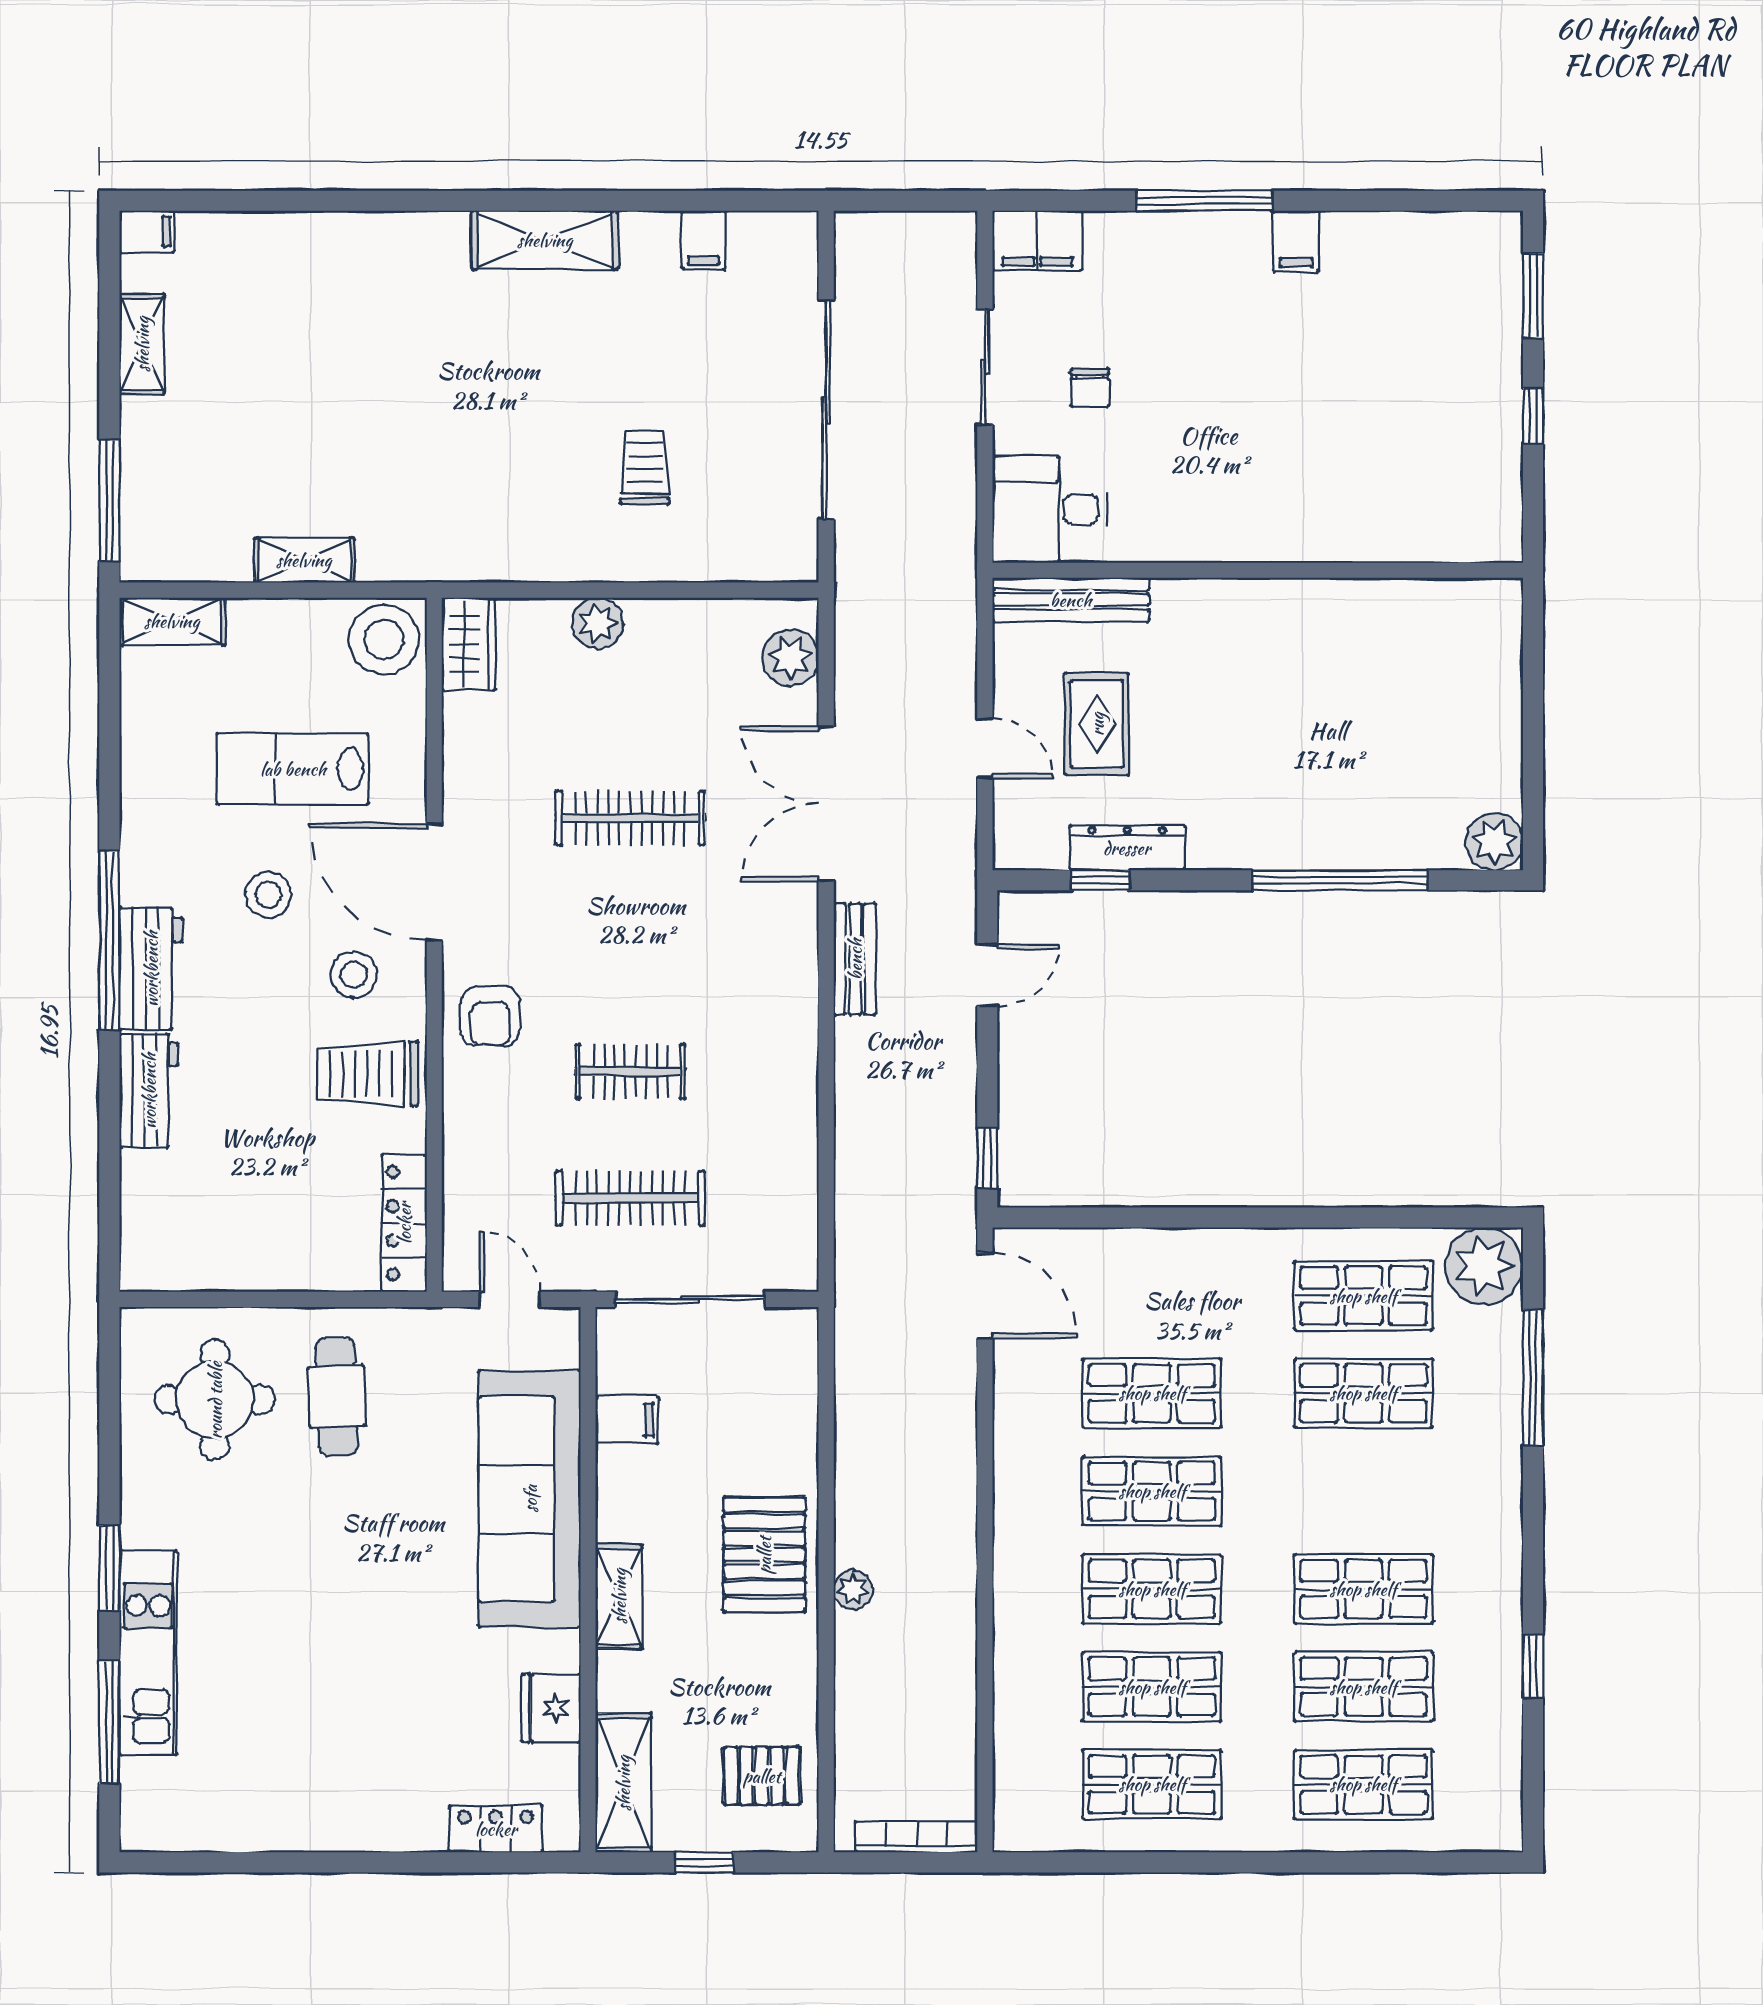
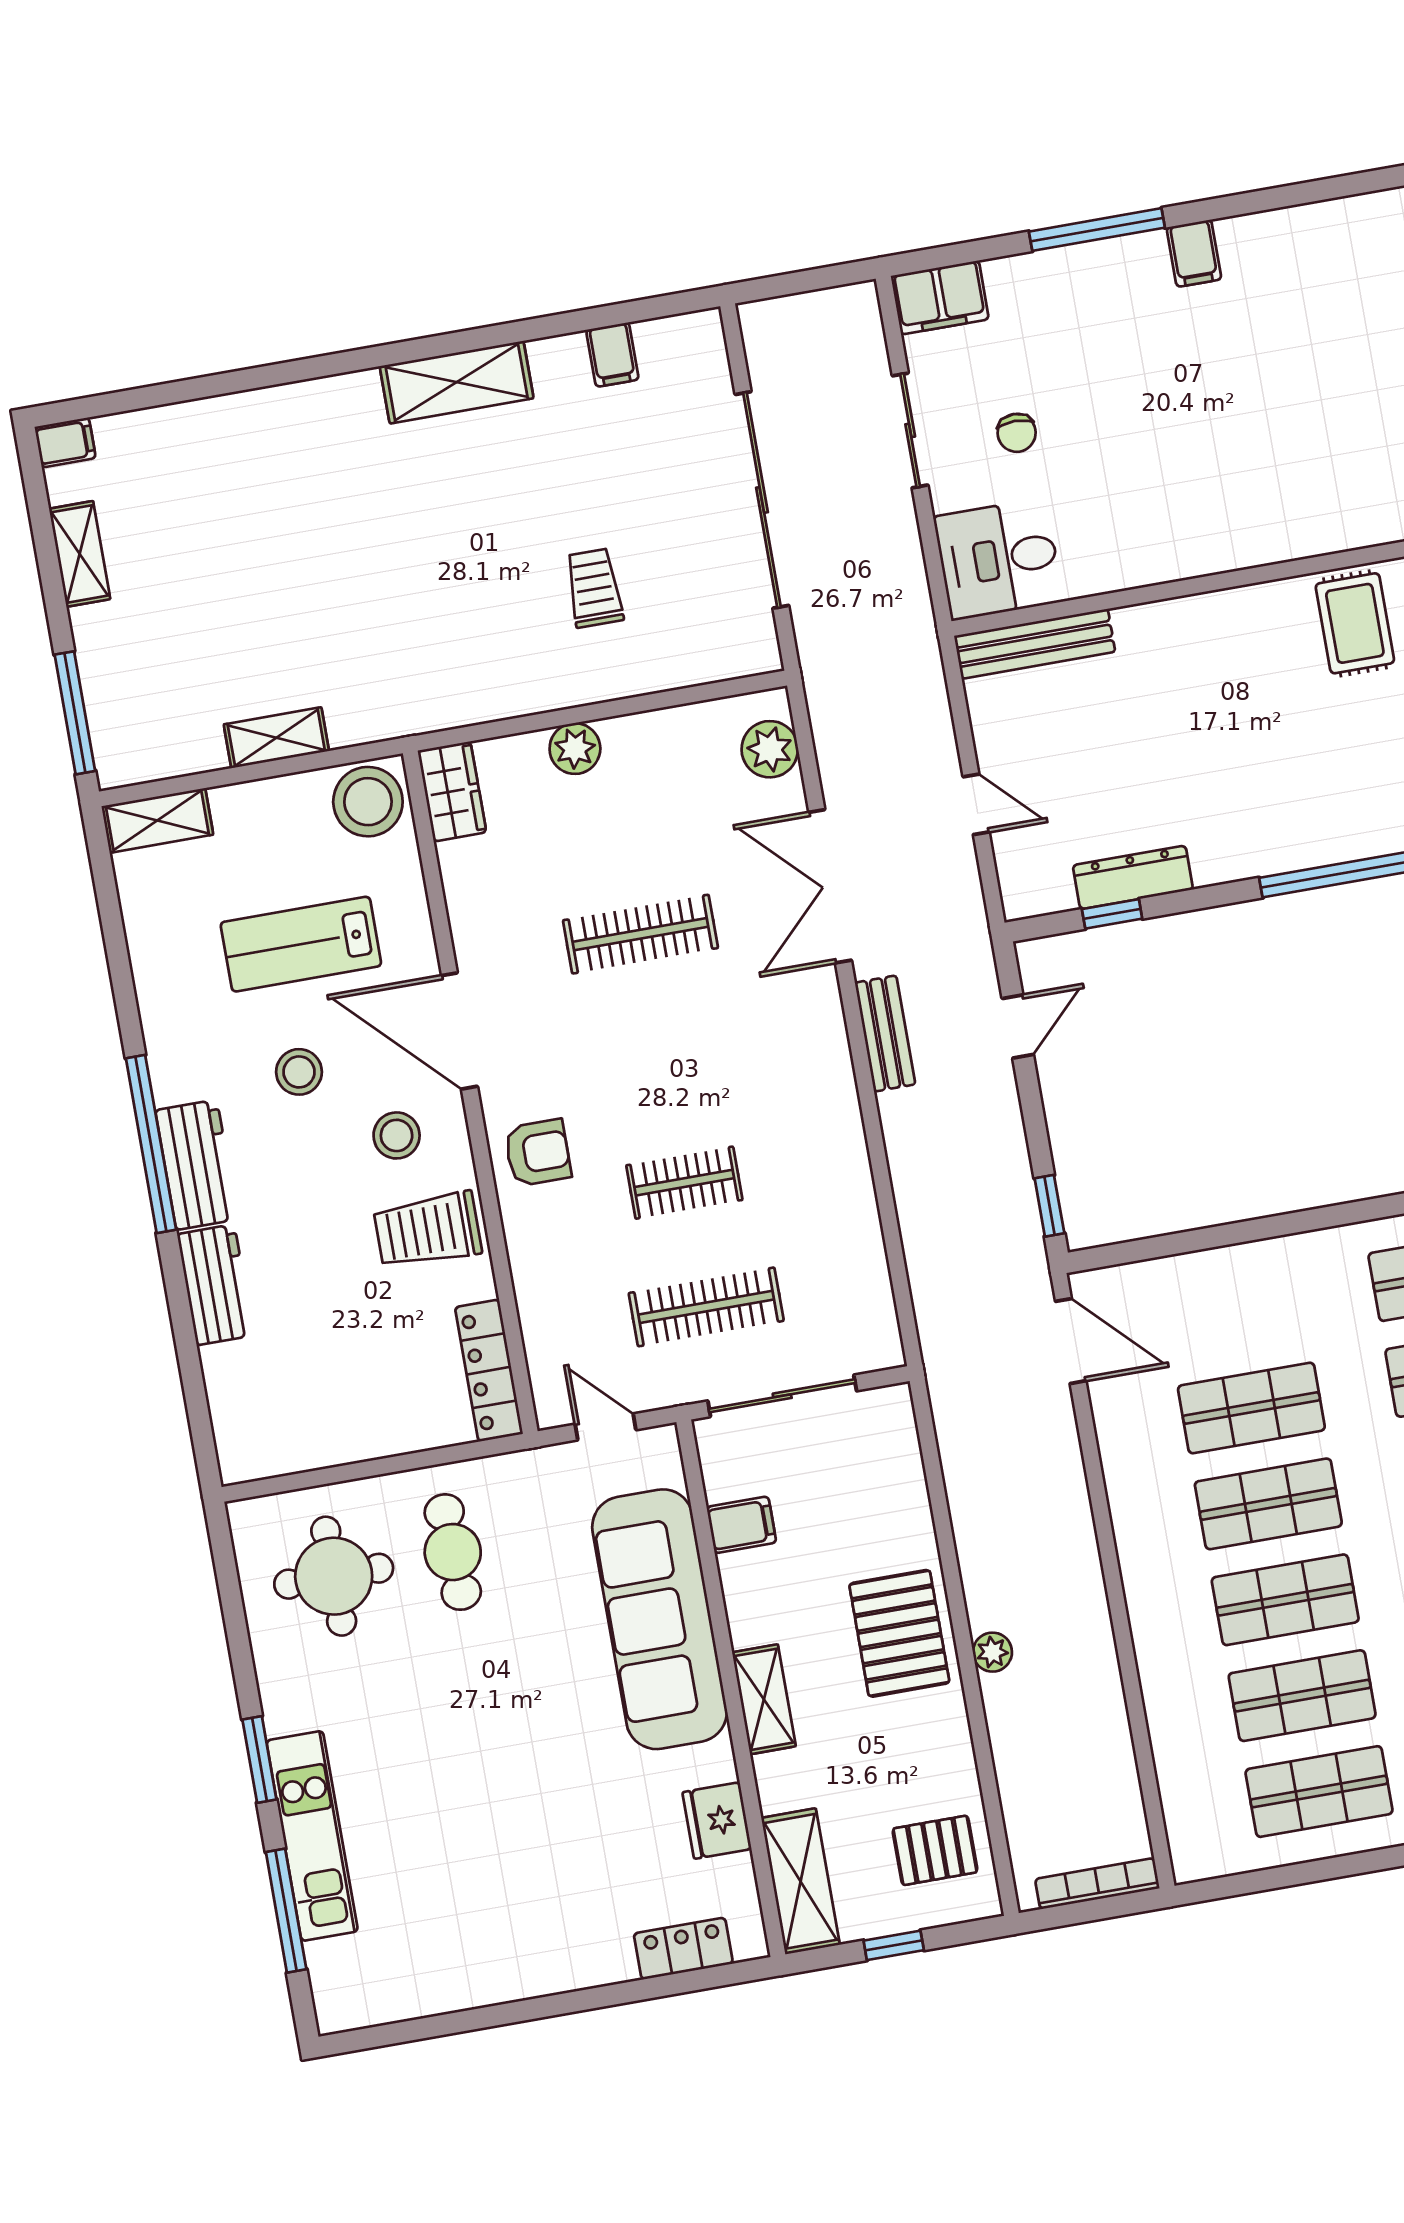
rug: (1097, 724) -> (1355, 623), moved
armchair: (490, 1016) -> (538, 1153), turned -90

